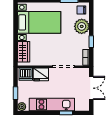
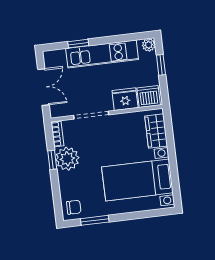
plant: (82, 26) -> (67, 159), moved
double door: (91, 88) -> (43, 87), swing flipped

